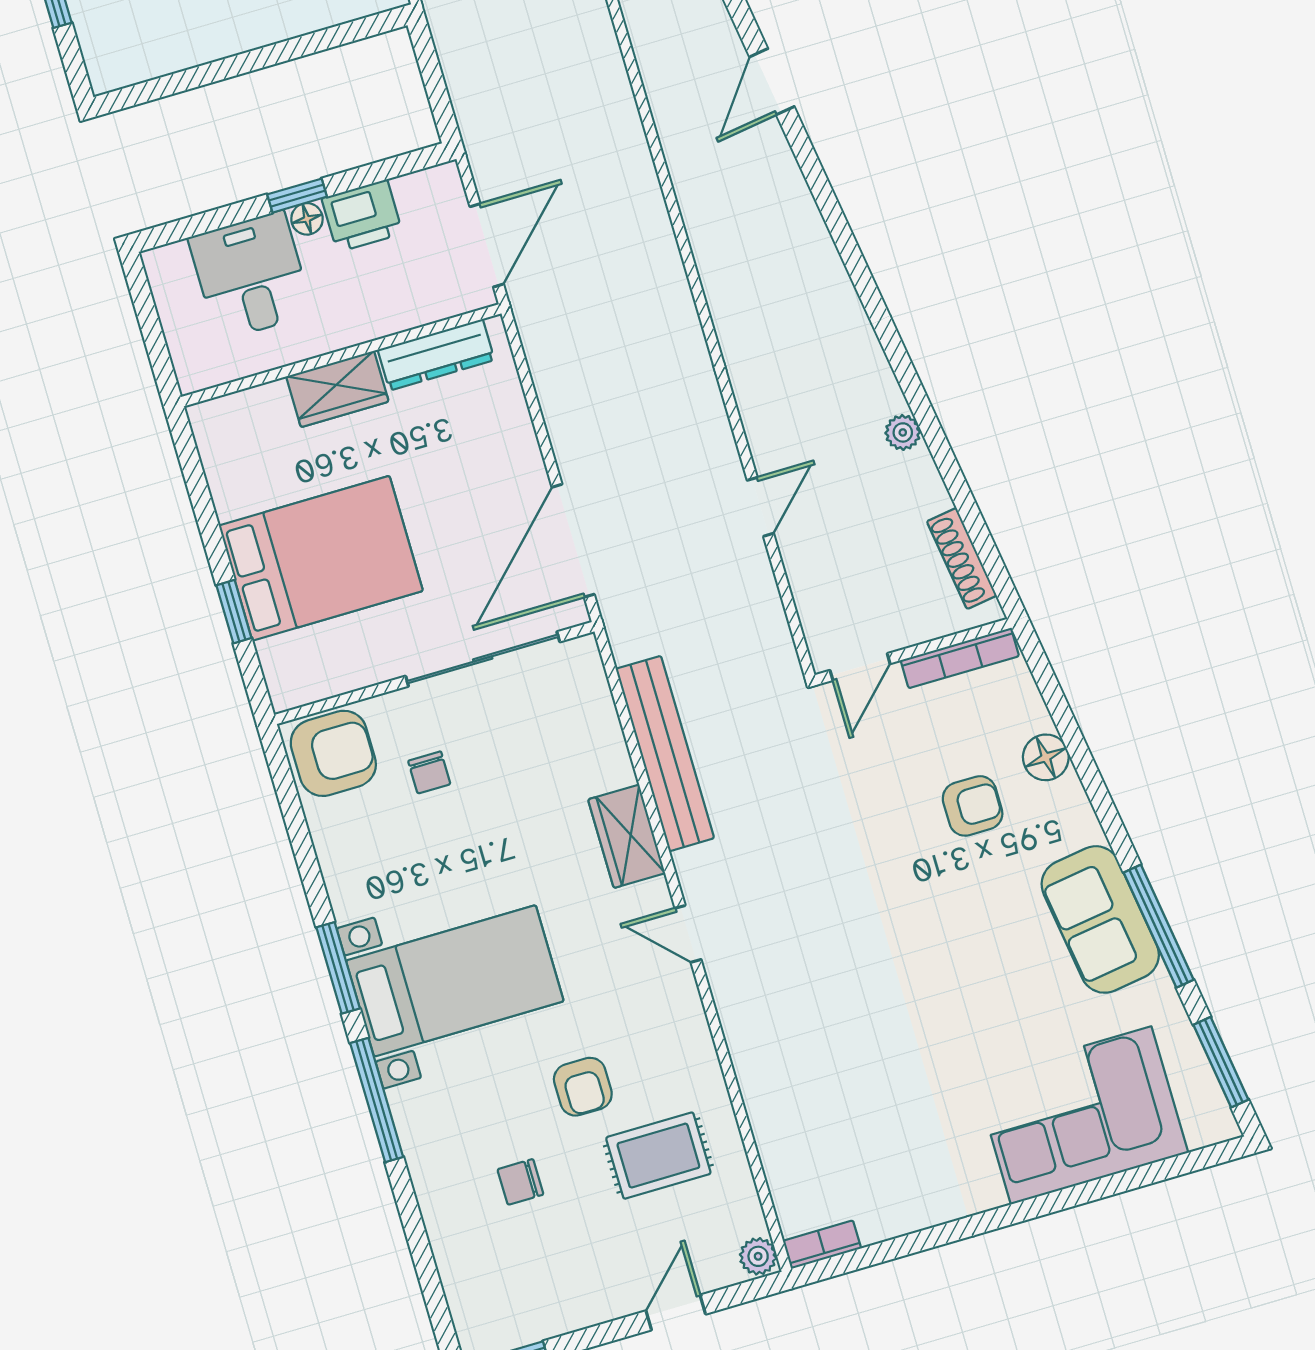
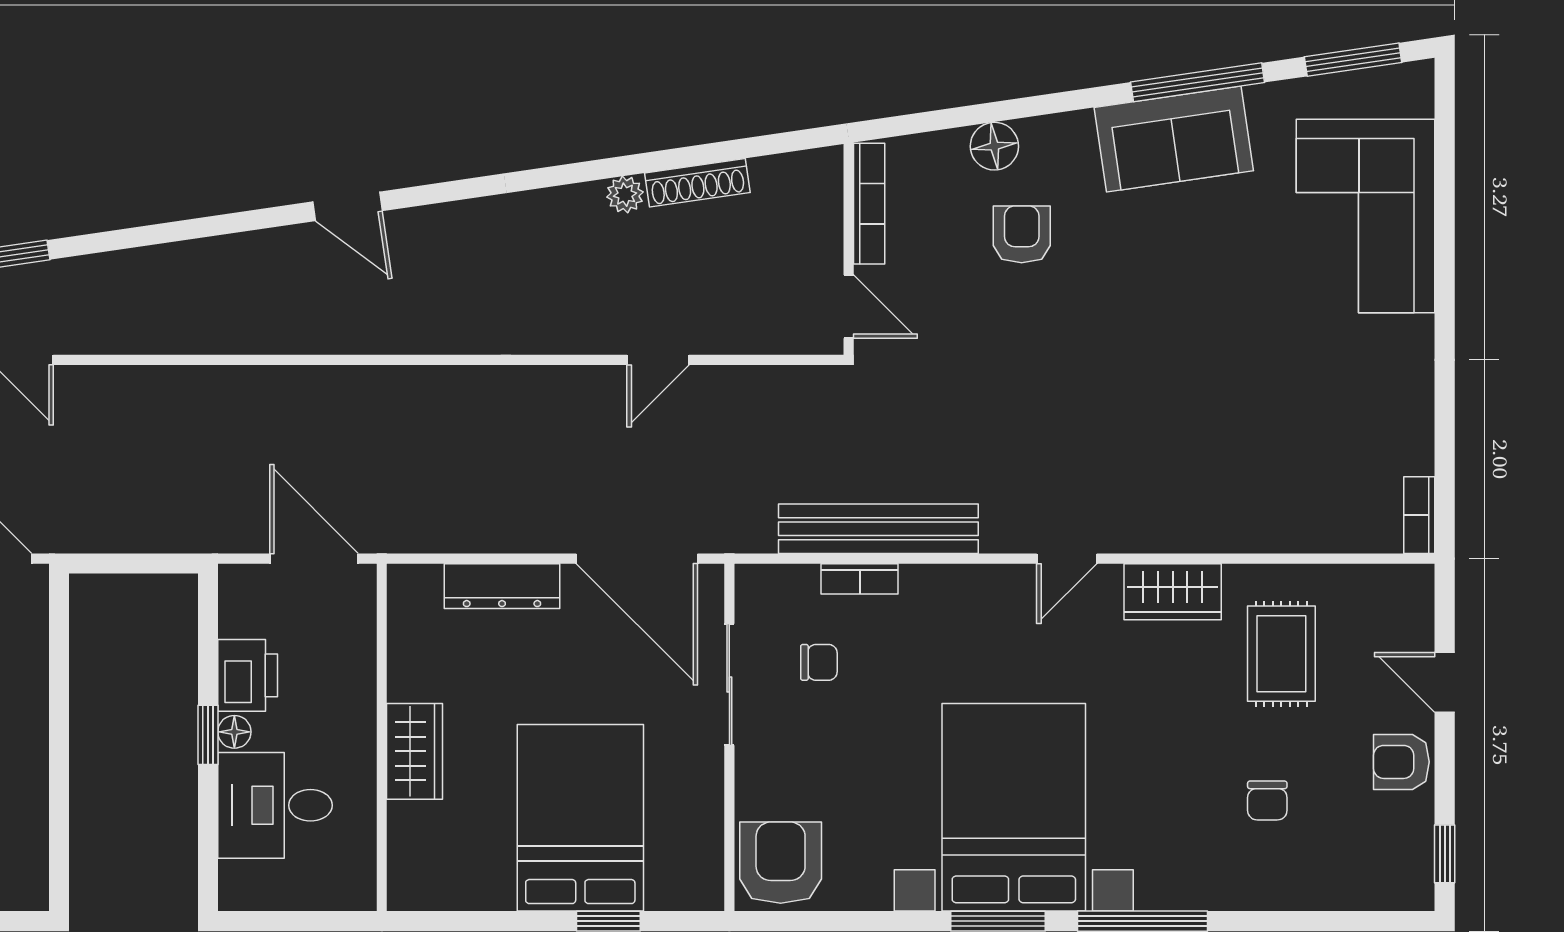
door: (772, 82) -> (347, 206), moved
dresser: (436, 355) -> (502, 586), moved, turned 90
door: (760, 507) -> (658, 360), swing flipped
shoe rack: (962, 558) -> (697, 183), moved
sliding door: (483, 659) -> (729, 684), width x0.73
bookcase: (614, 750) -> (860, 579), added
chair: (429, 772) -> (819, 662), moved
wardrobe: (627, 836) -> (1173, 592), moved
bed with nightstands: (455, 981) -> (1014, 807), width x1.36
armchair: (583, 1087) -> (1401, 762), moved, turned 180
plant: (758, 1256) -> (1412, 583), removed

